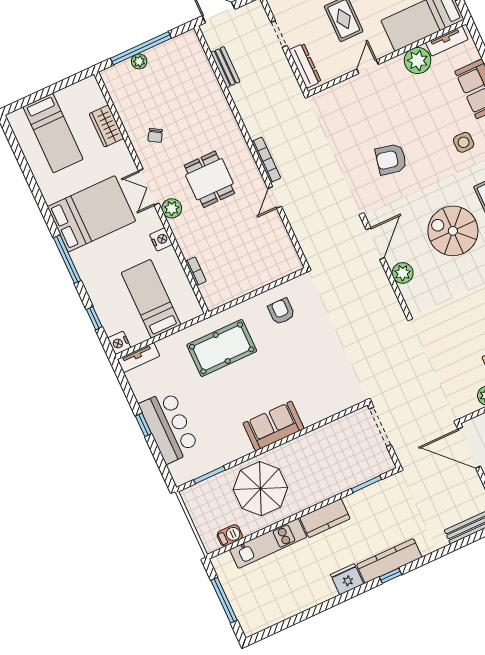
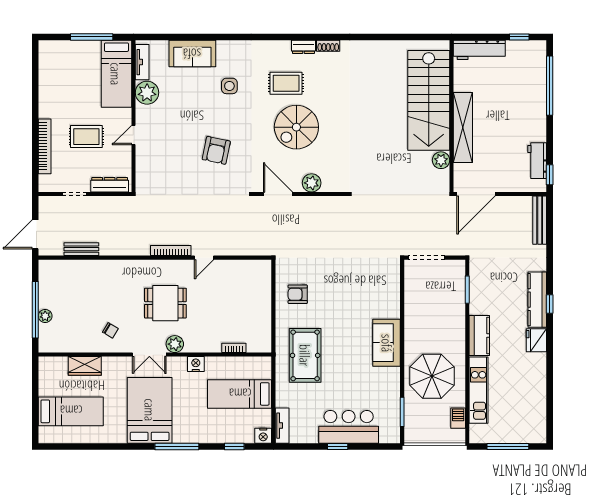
door: (368, 67) -> (133, 135), hinge flipped
door: (275, 198) -> (204, 258), hinge flipped

